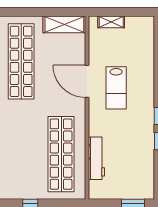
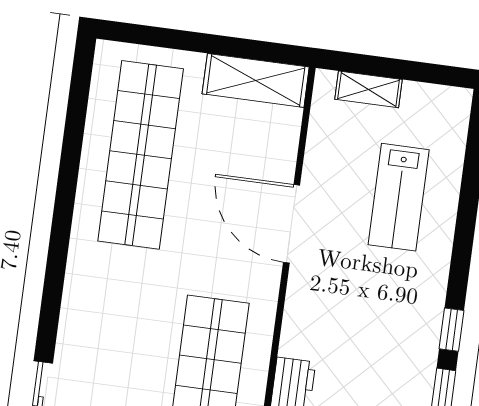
lab bench: (116, 88) -> (399, 197), moved

